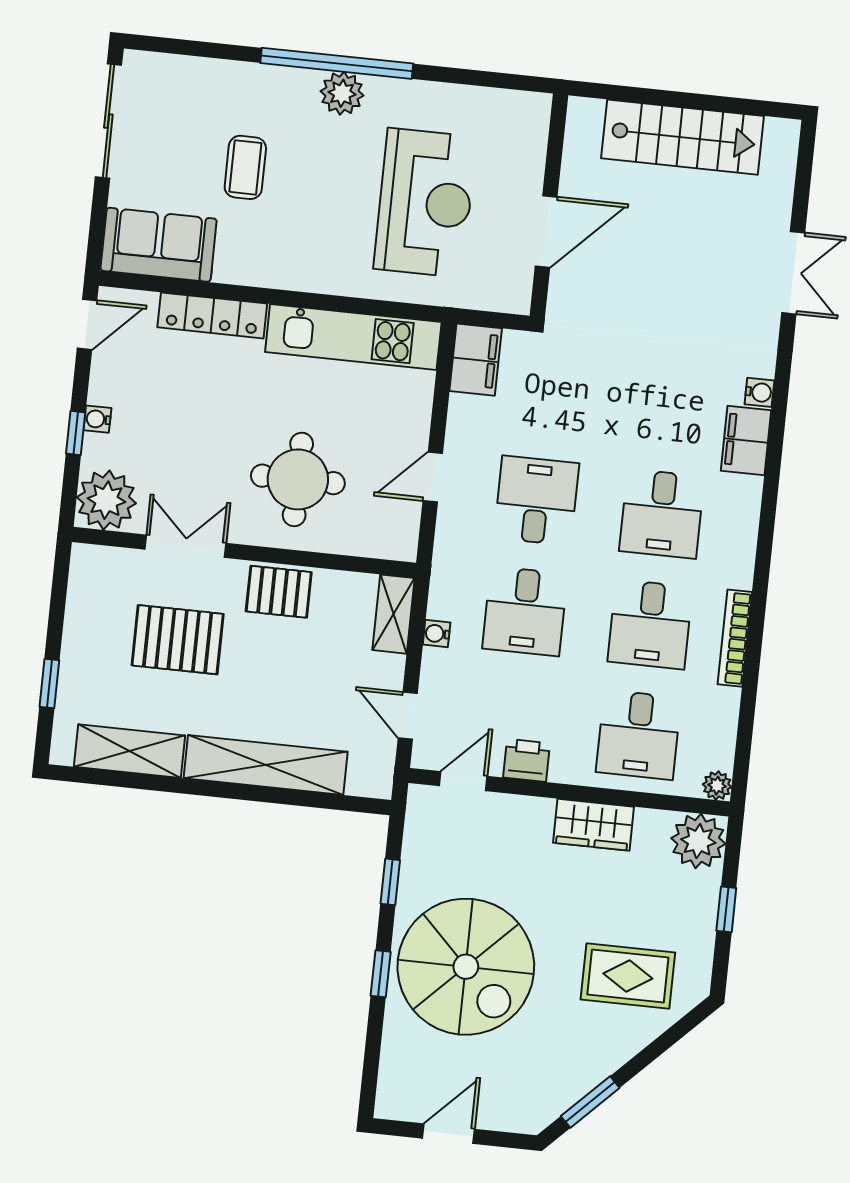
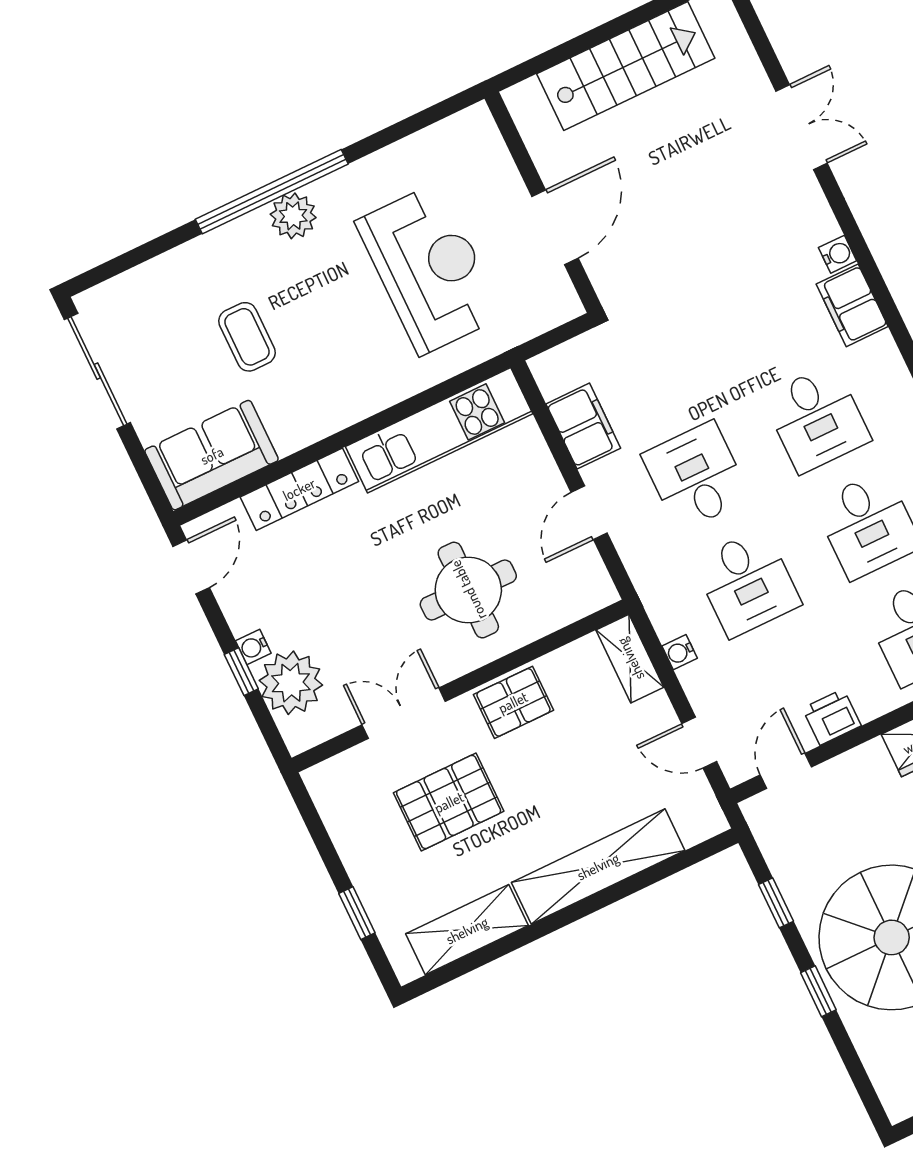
filing cabinet: (476, 360) -> (583, 426), moved
plant: (106, 500) -> (291, 683), moved

